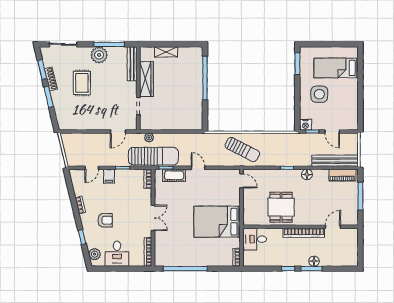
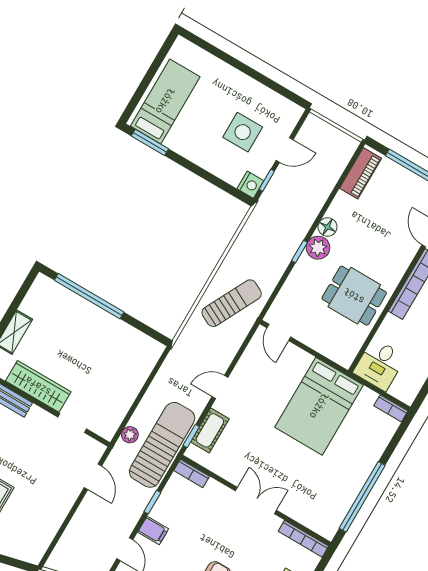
bed: (336, 68) -> (165, 101), moved, turned 180
side table: (319, 94) -> (243, 132), moved
bench: (335, 161) -> (332, 172), removed
plant: (294, 176) -> (318, 248), added
door: (242, 181) -> (279, 332), swing flipped

